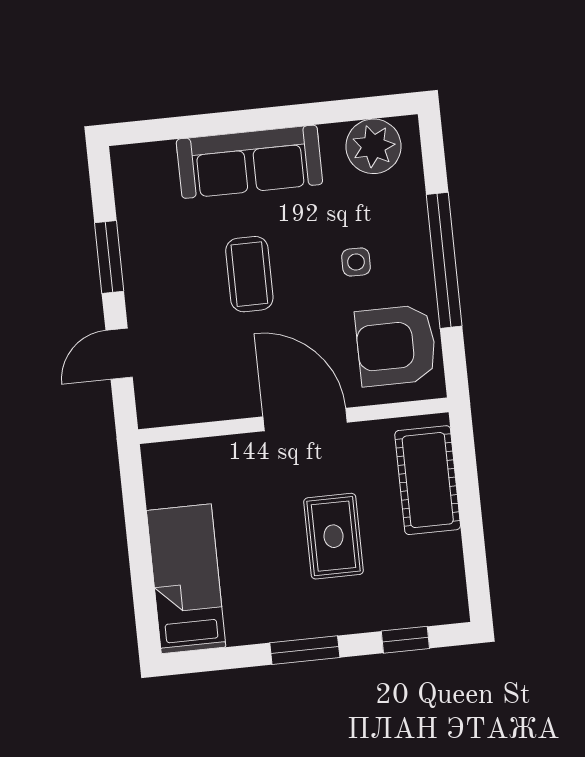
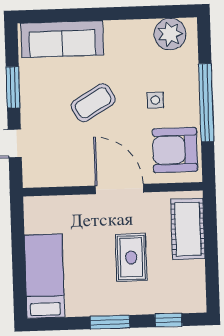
sofa: (249, 162) -> (62, 39), moved
coffee table: (249, 274) -> (93, 103), turned 59

